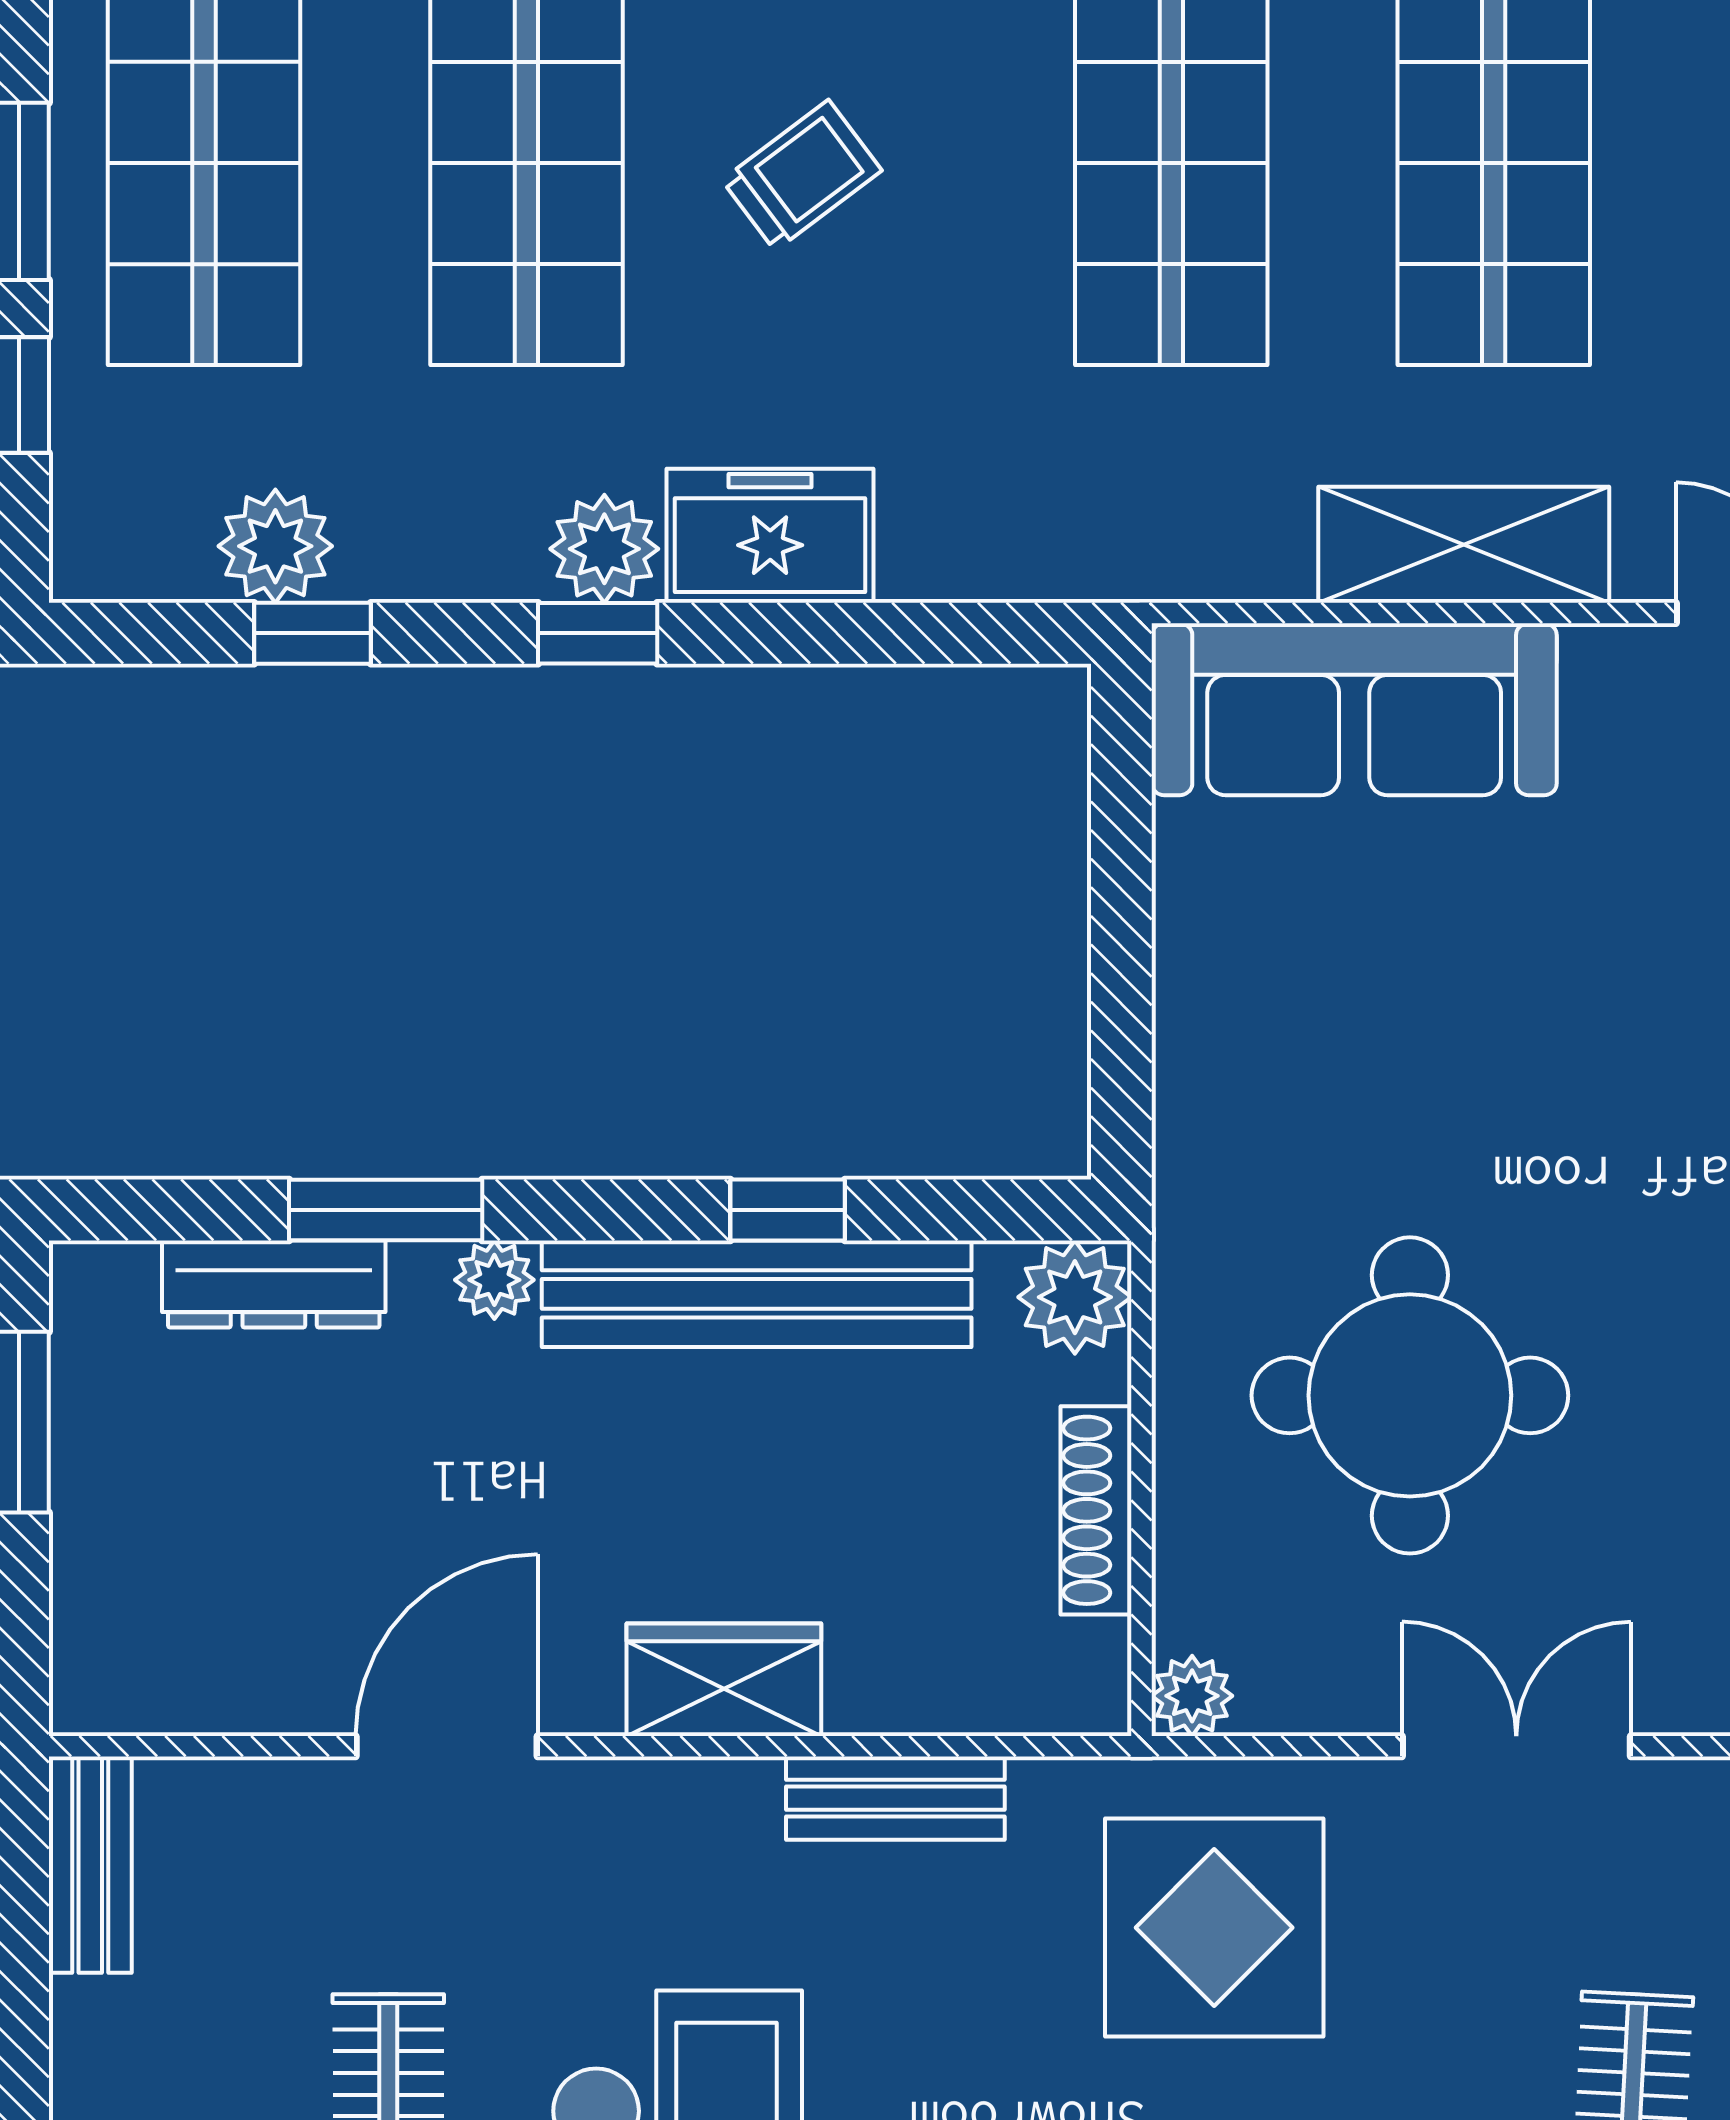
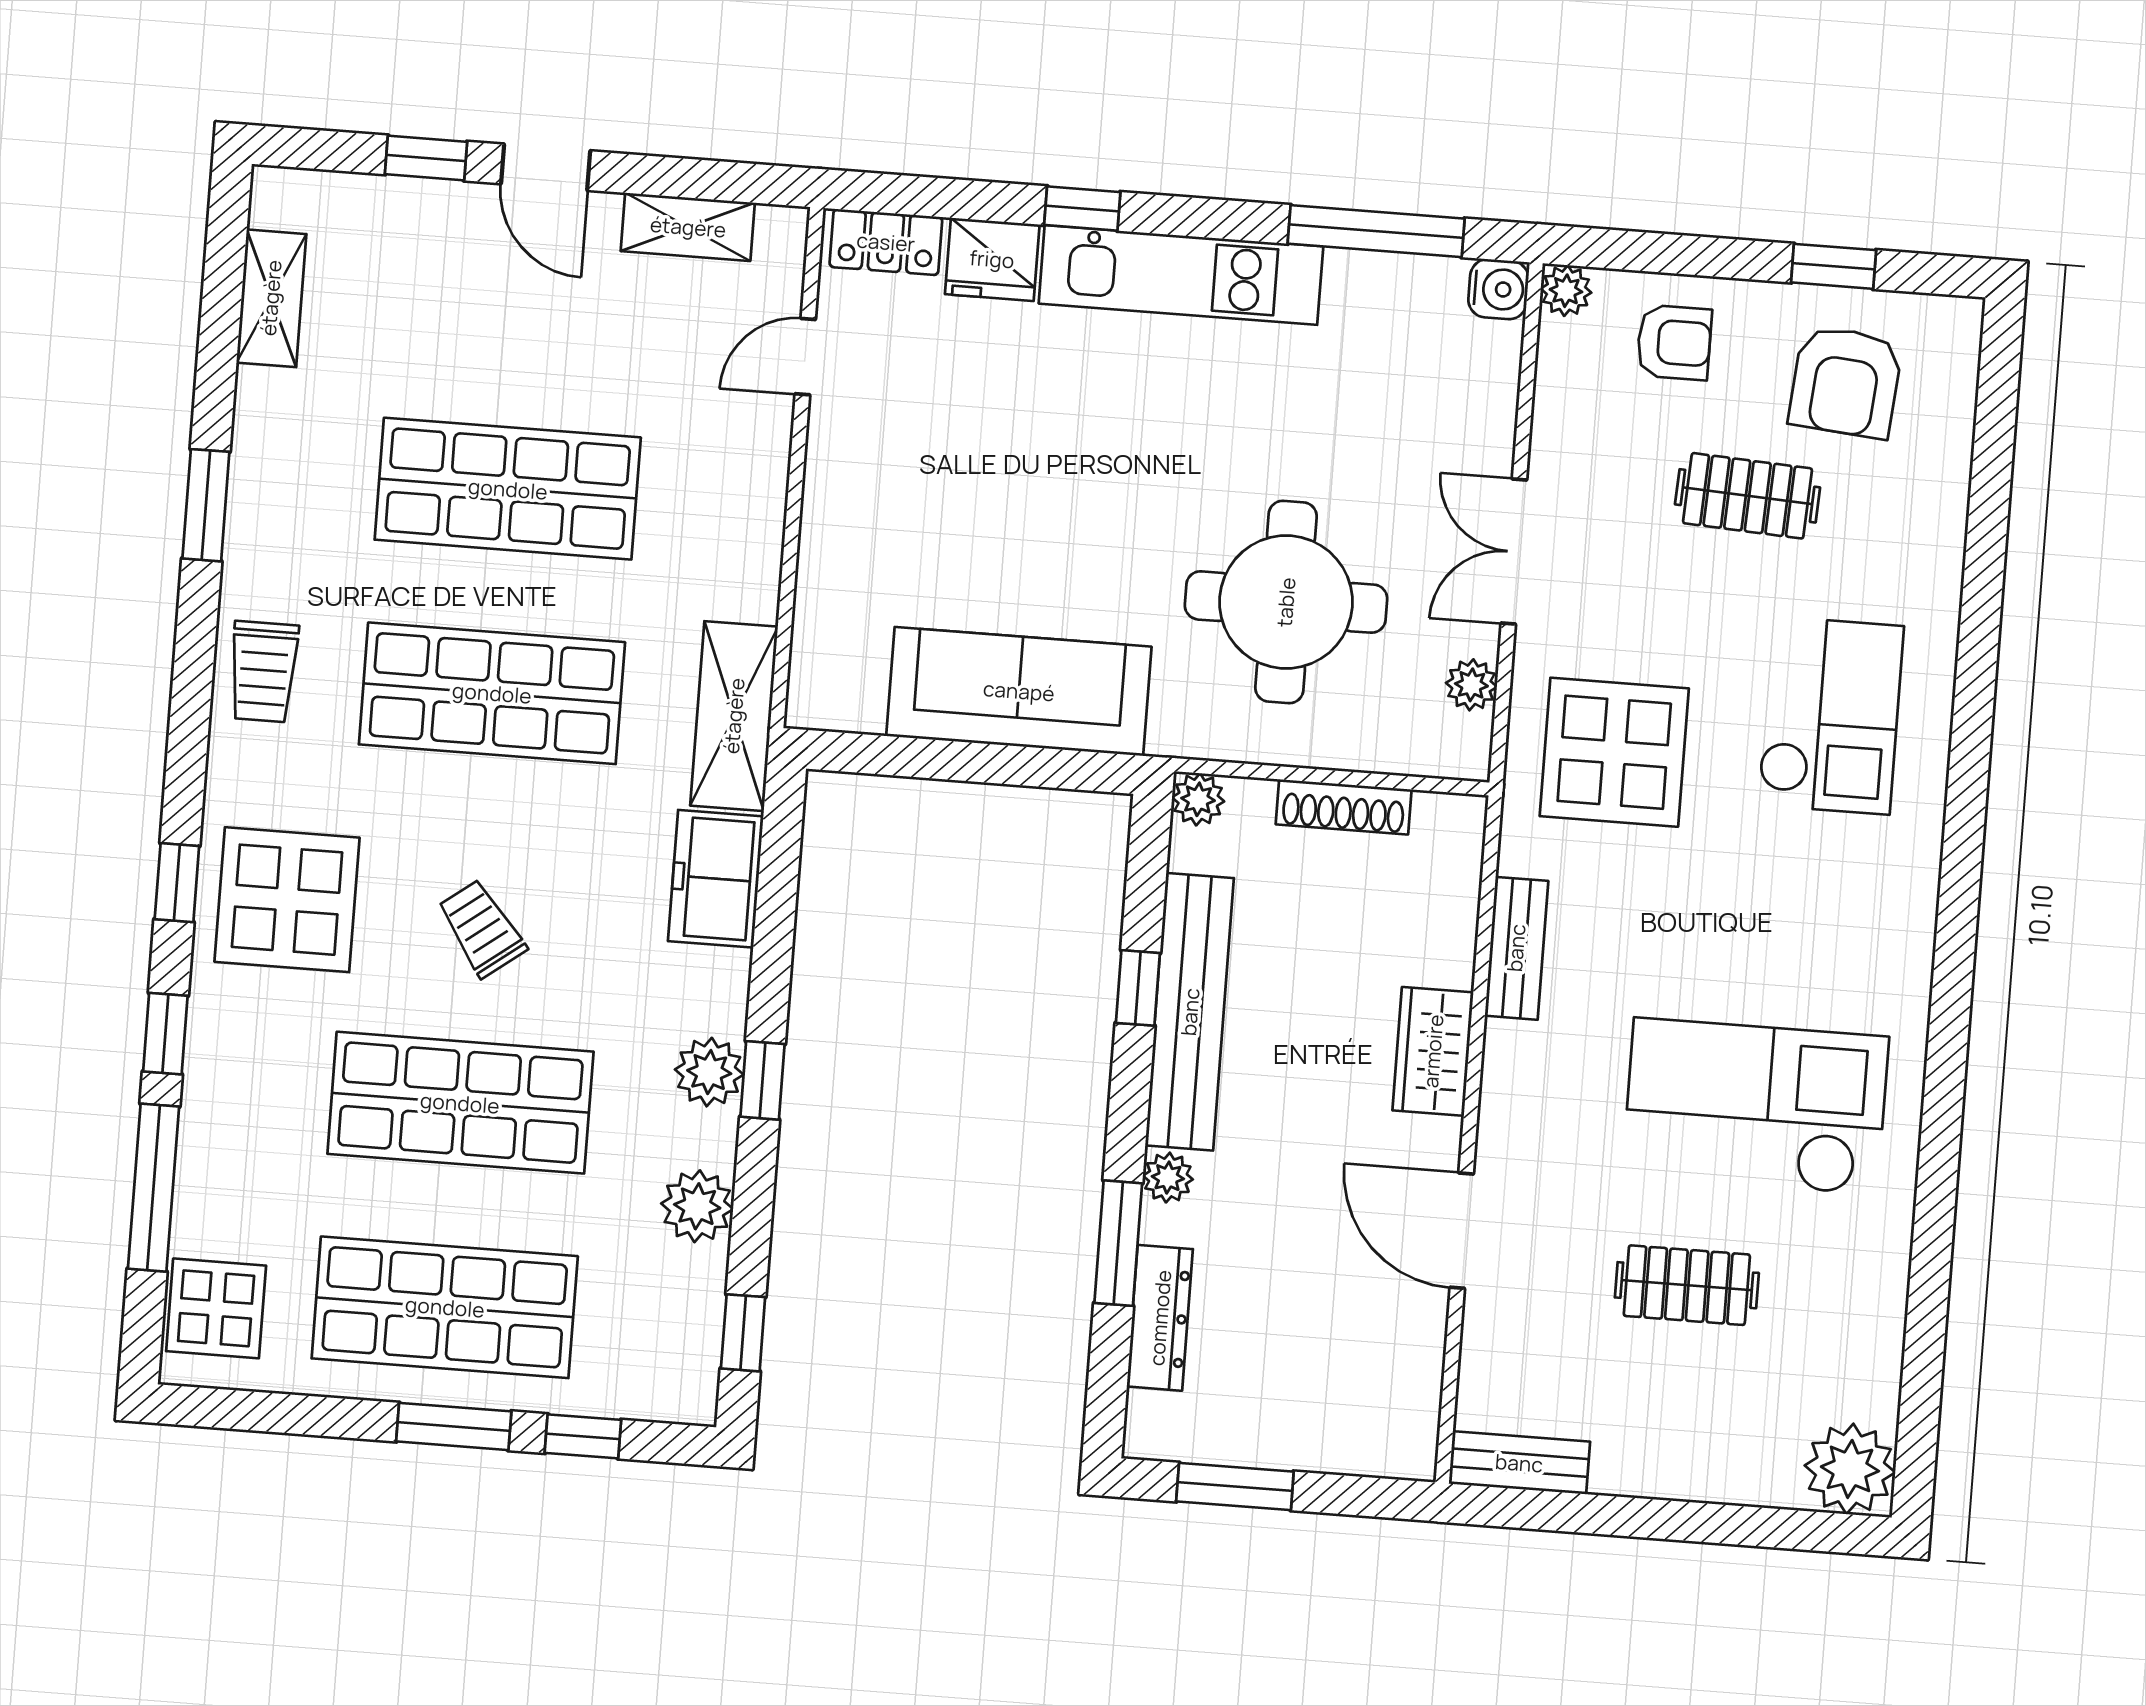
freezer: (770, 536) -> (716, 879), moved
shelving: (1464, 545) -> (734, 716), moved
plant: (275, 546) -> (697, 1206), moved
window: (312, 633) -> (743, 1333), moved
sofa: (1354, 709) -> (1019, 691), moved, turned -90
plant: (1075, 1297) -> (1198, 799), width x0.73, depth x0.73
plant: (1192, 1696) -> (1471, 685), moved

